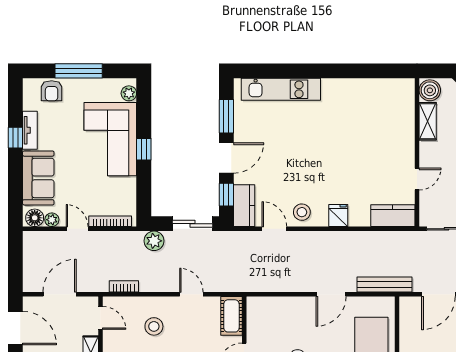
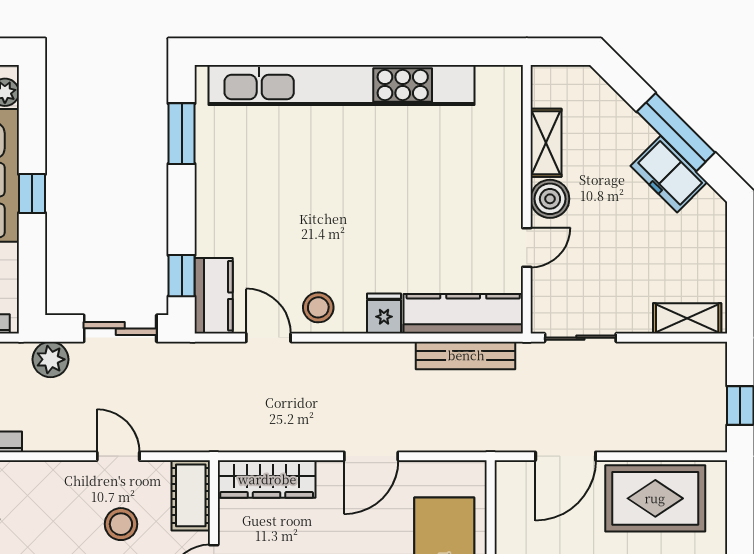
kitchen unit: (281, 89) -> (342, 85), width x1.86
boiler: (430, 90) -> (550, 199), moved
door: (226, 158) -> (182, 209), removed
kitchen counter: (393, 216) -> (463, 314), width x1.50
bench: (385, 284) -> (466, 355), moved
wardrobe: (273, 307) -> (267, 479), added
stool: (154, 326) -> (121, 524), moved

